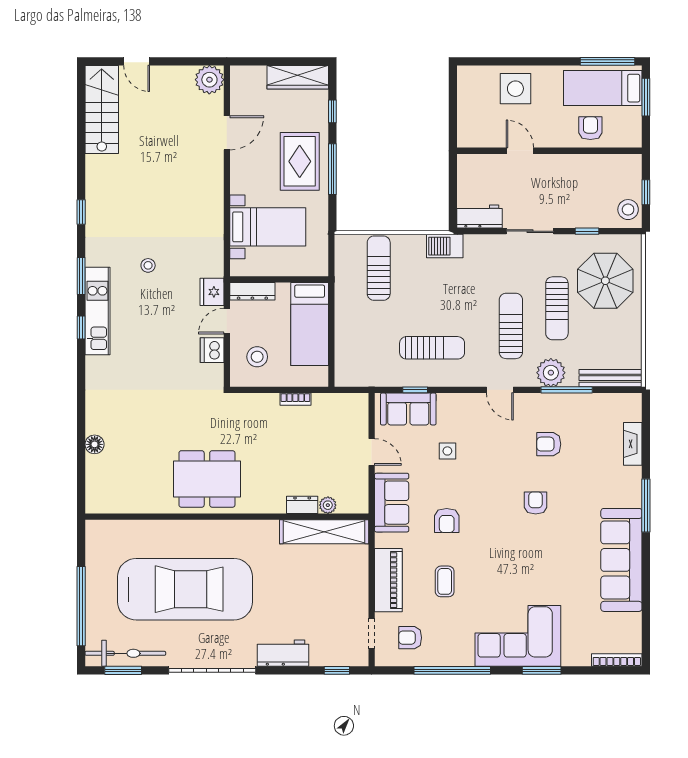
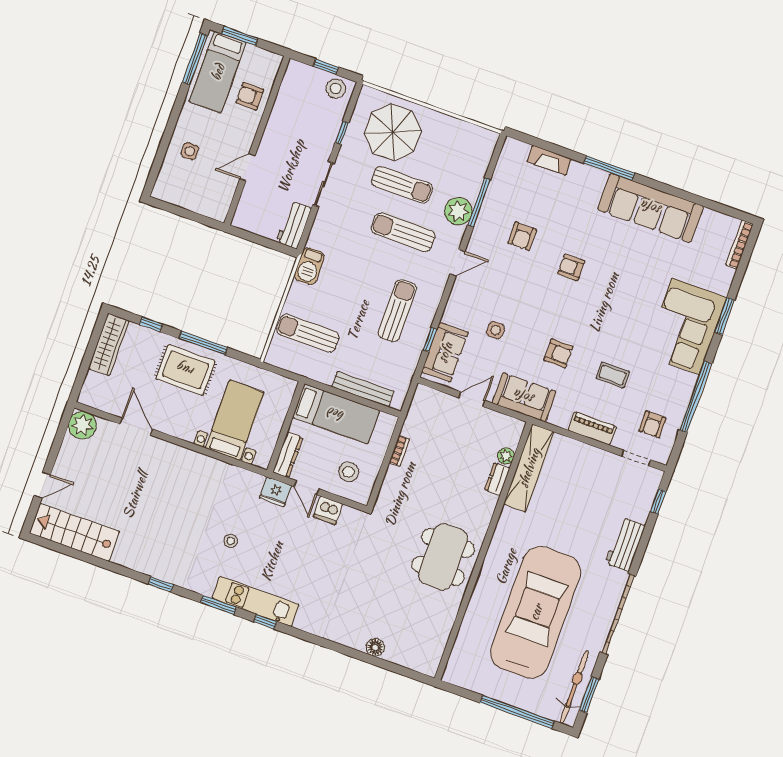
side table: (515, 89) -> (190, 151), width x0.54, depth x0.54
bench: (610, 378) -> (363, 389), moved, turned 90
piano: (388, 580) -> (592, 428), width x0.73, depth x0.75

